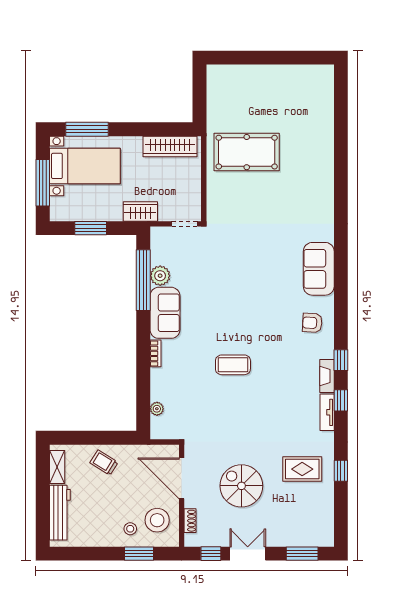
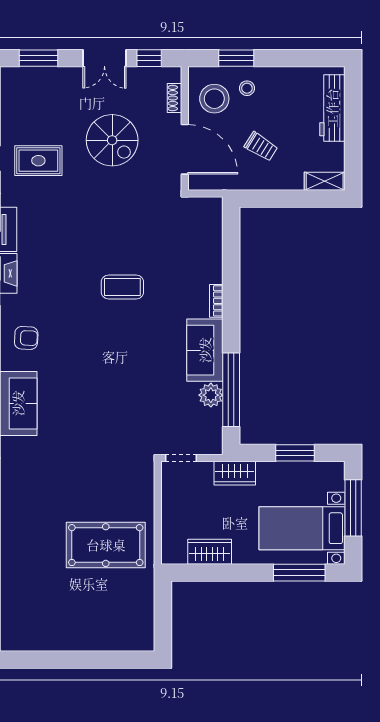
wardrobe: (170, 146) -> (210, 552), width x0.67
plant: (157, 409) -> (215, 234), removed
trolley: (104, 463) -> (261, 146), moved
shelving: (57, 467) -> (325, 181), moved, turned 90

